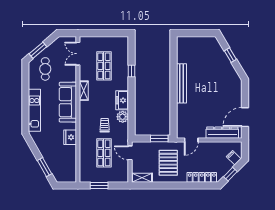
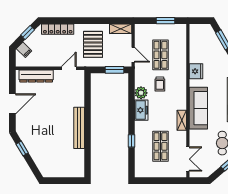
window: (230, 55) -> (22, 148), moved
door: (245, 117) -> (12, 104), moved
window: (159, 138) -> (114, 70), moved

